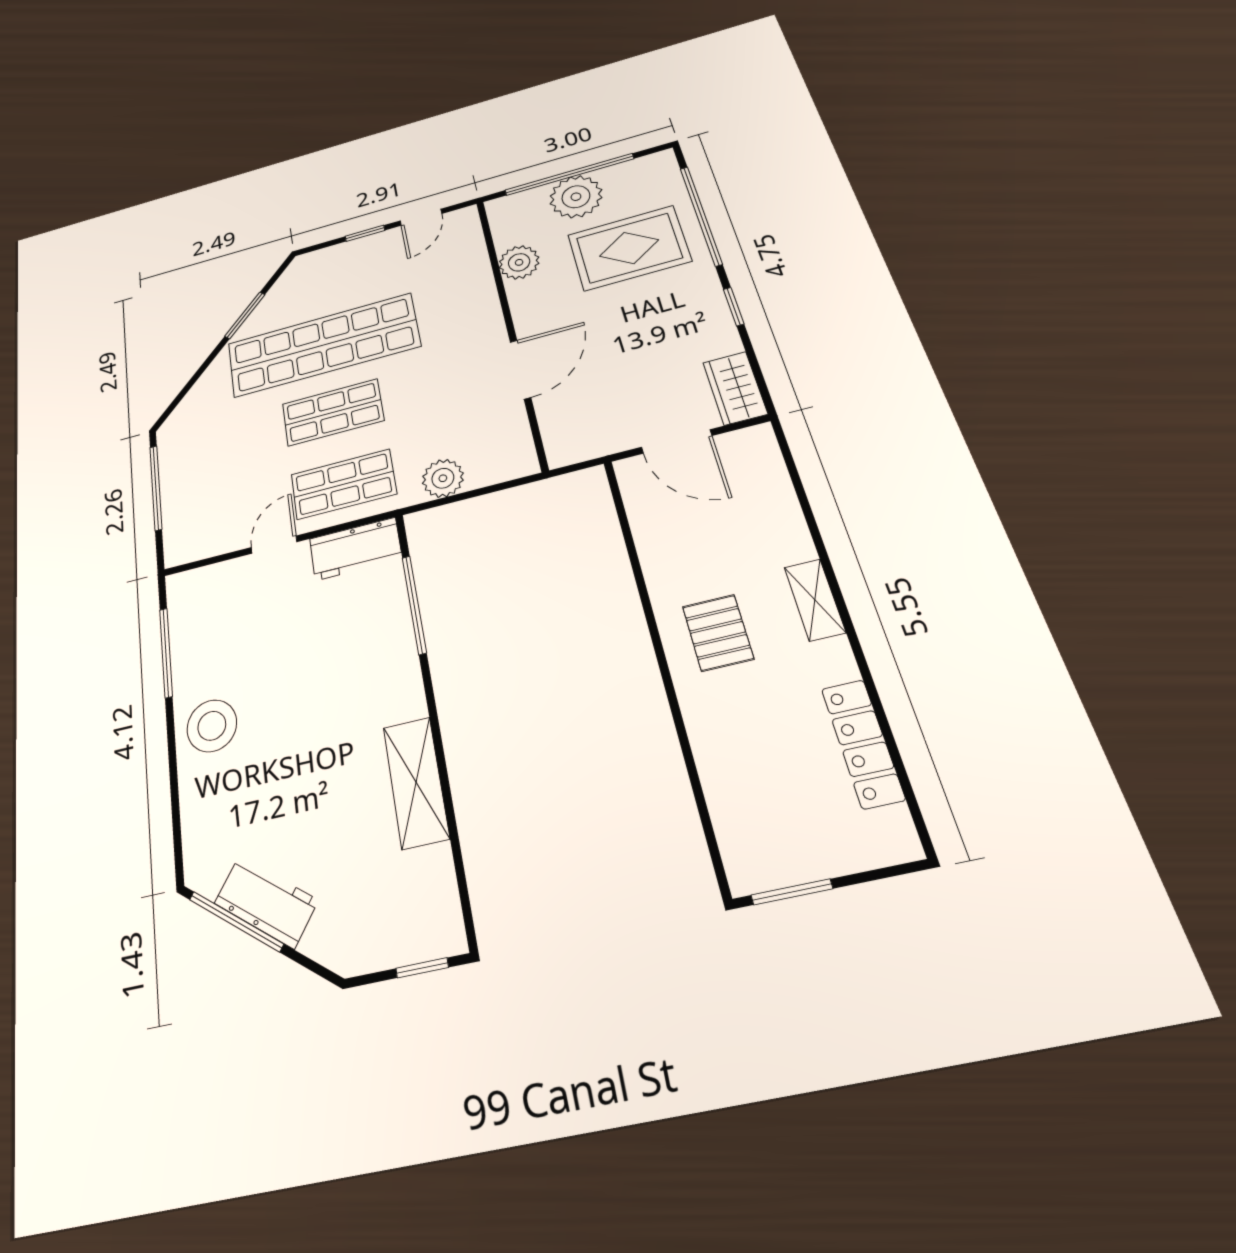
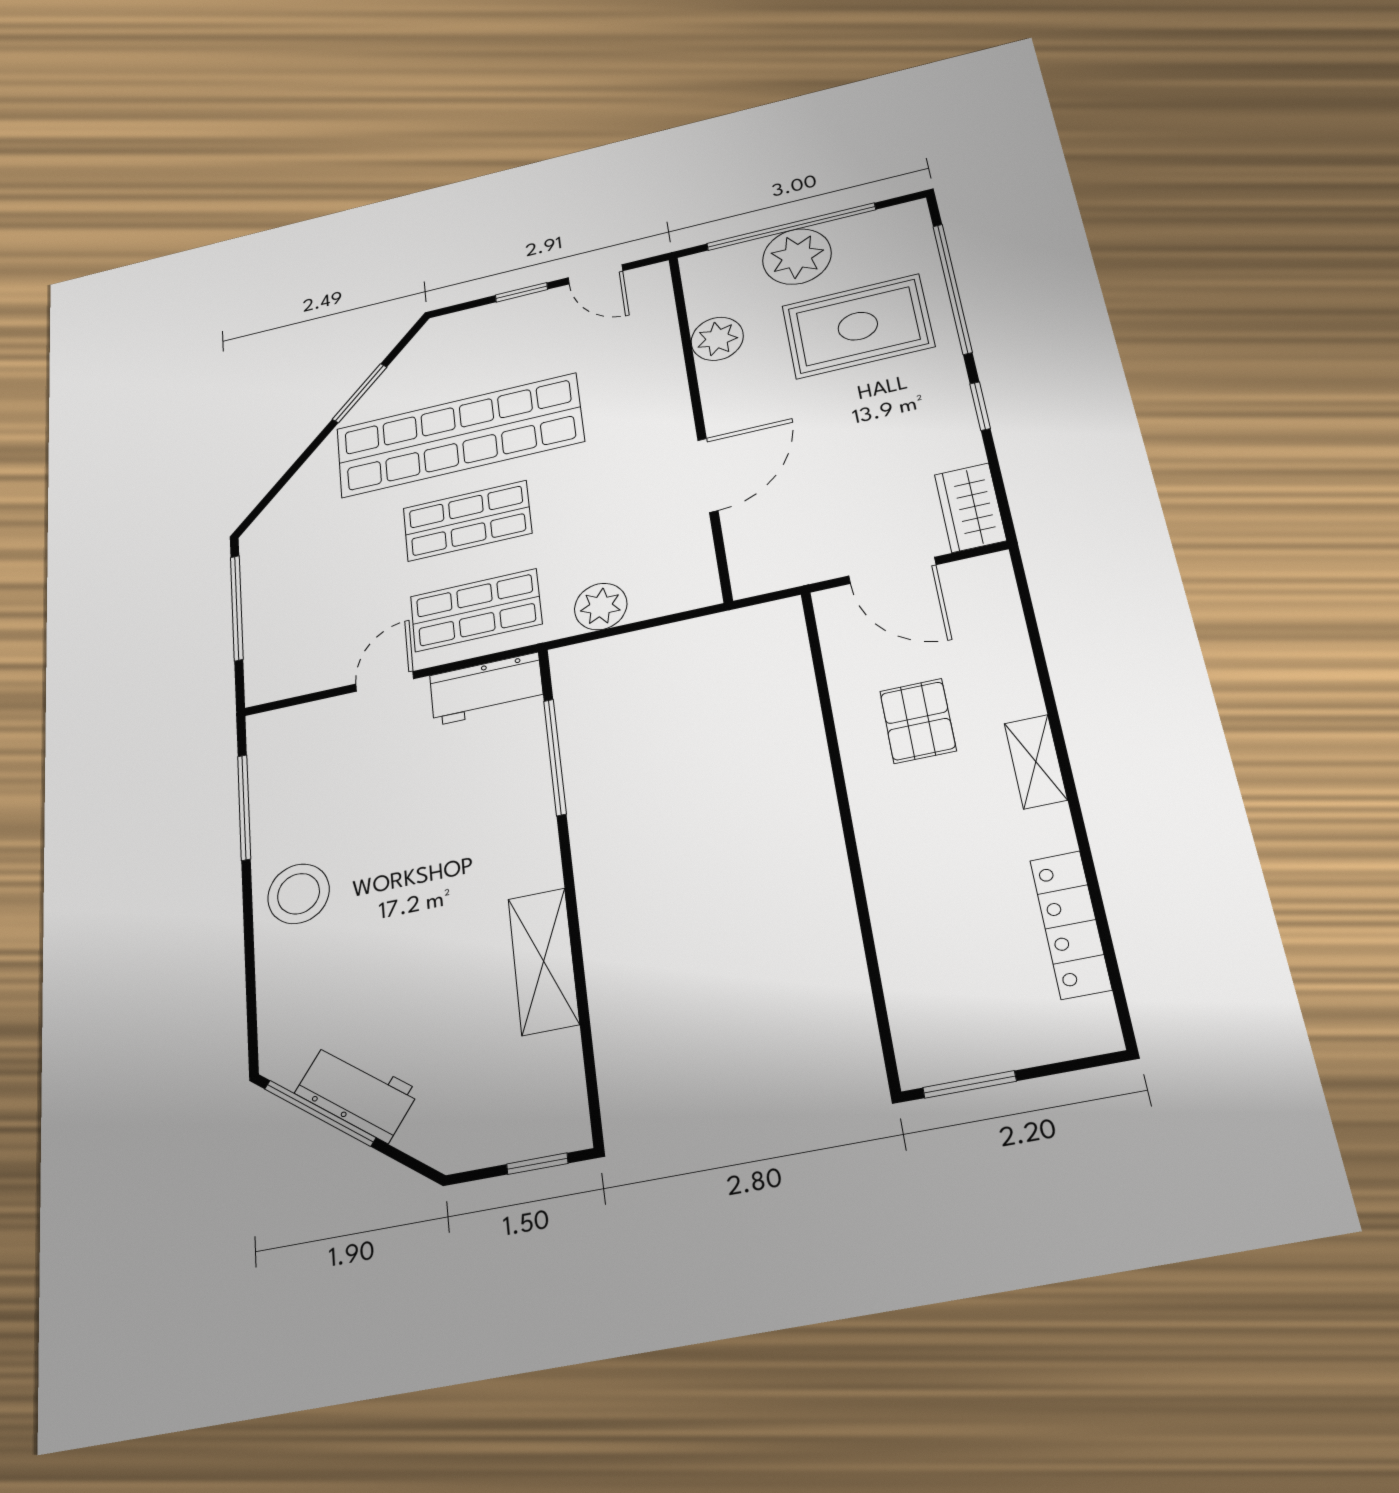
door: (421, 217) -> (596, 274), hinge flipped
pallet: (718, 633) -> (918, 721), moved

